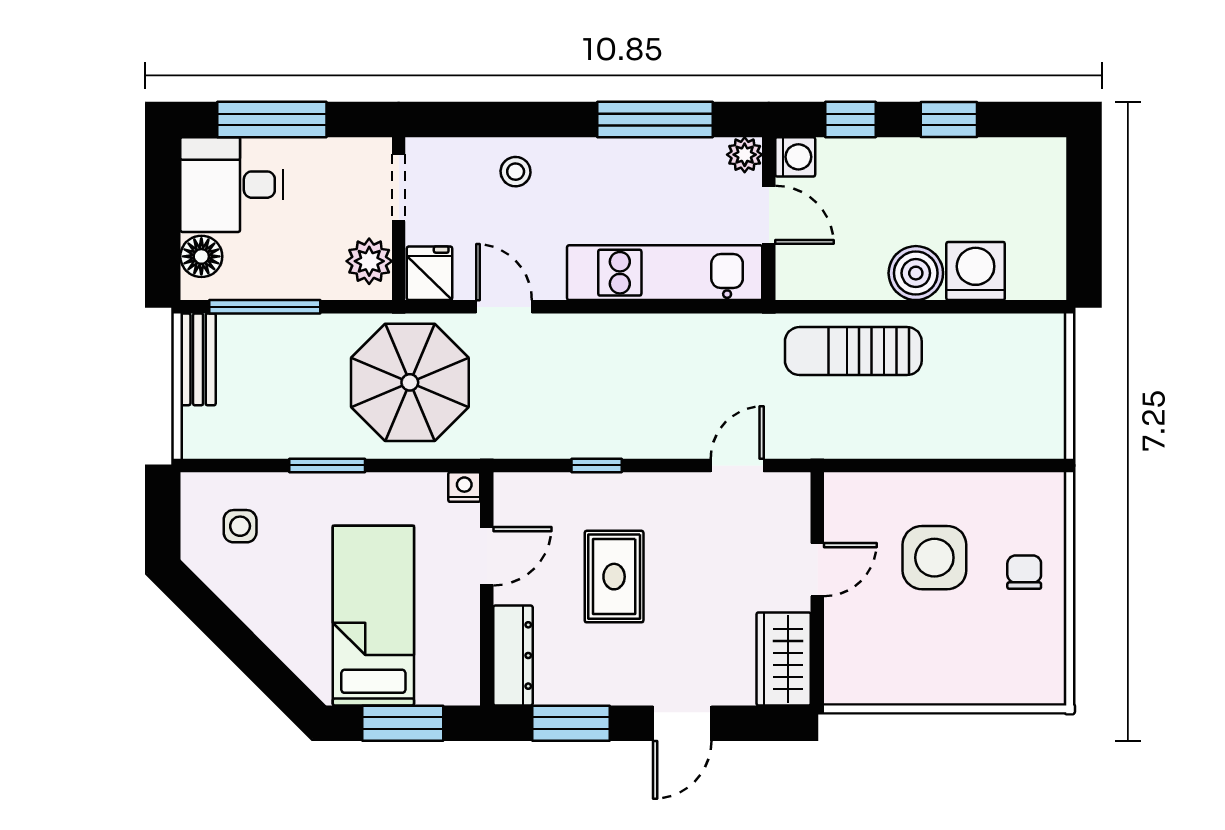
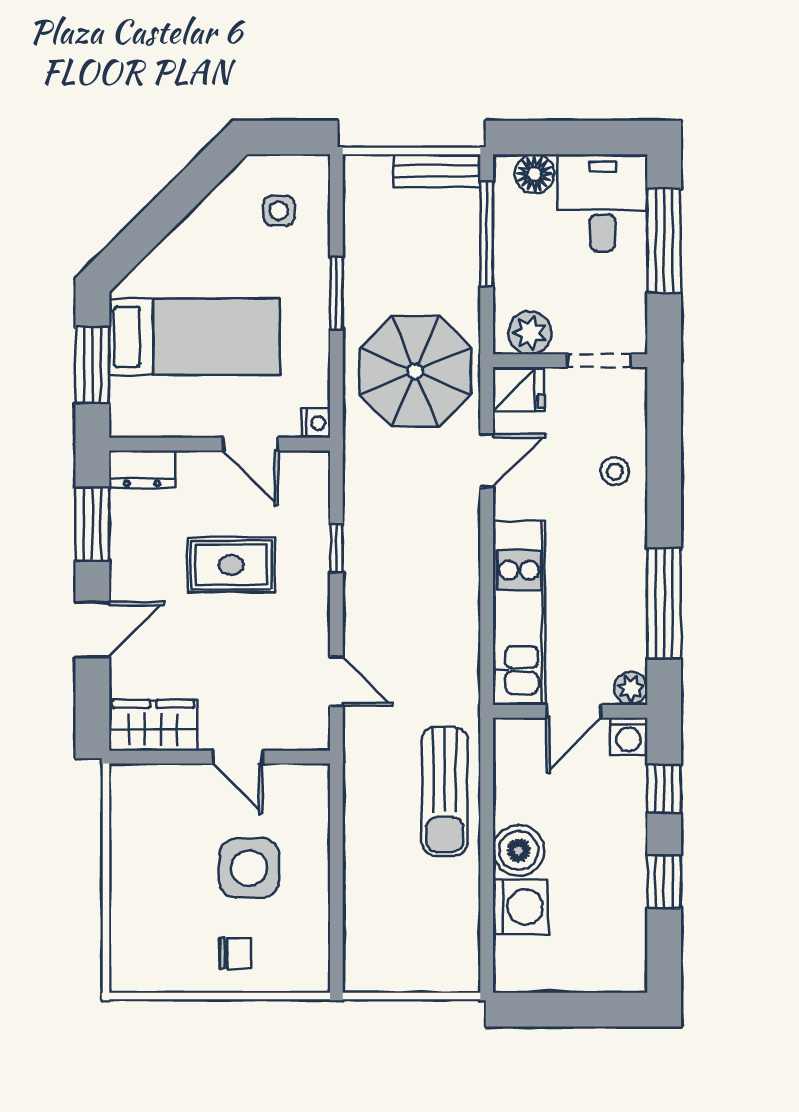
sun lounger: (853, 351) -> (445, 791), turned 180
dresser: (513, 655) -> (142, 469), width x0.70
door: (682, 723) -> (92, 629), swing flipped

